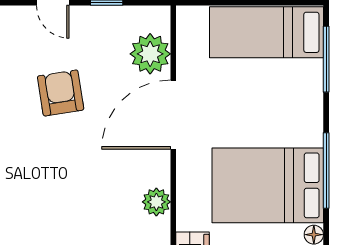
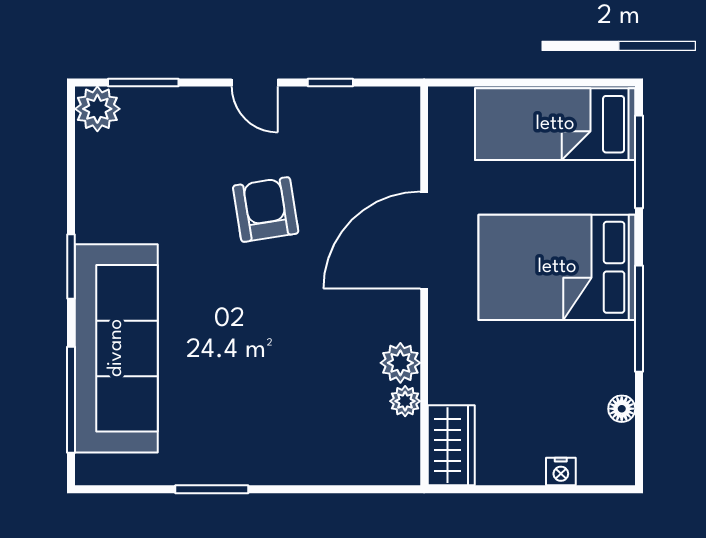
plant: (150, 54) -> (405, 401), moved, width x0.53, depth x0.53
bed: (268, 185) -> (557, 267), moved

